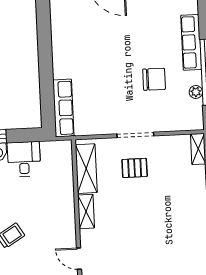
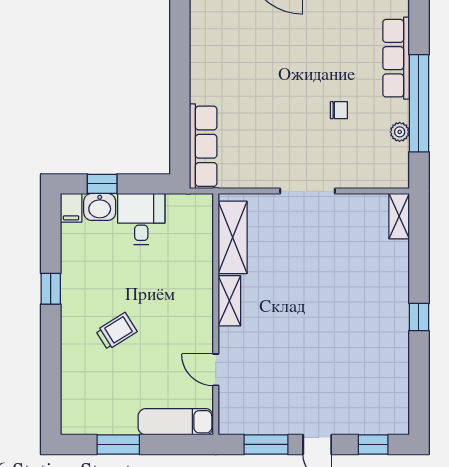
chair: (154, 79) -> (339, 110), width x0.54, depth x0.54
pallet: (135, 168) -> (304, 240), removed

